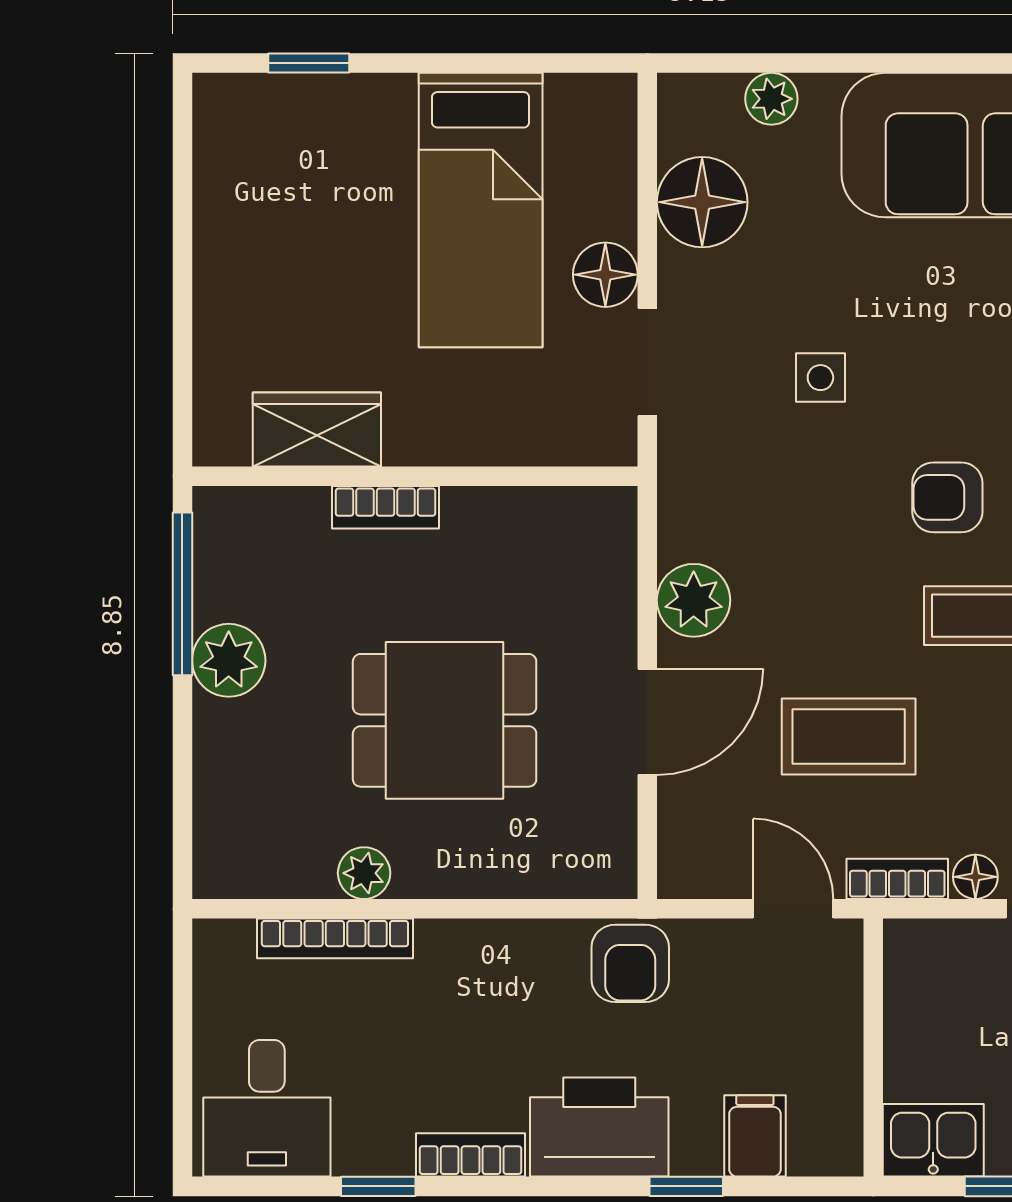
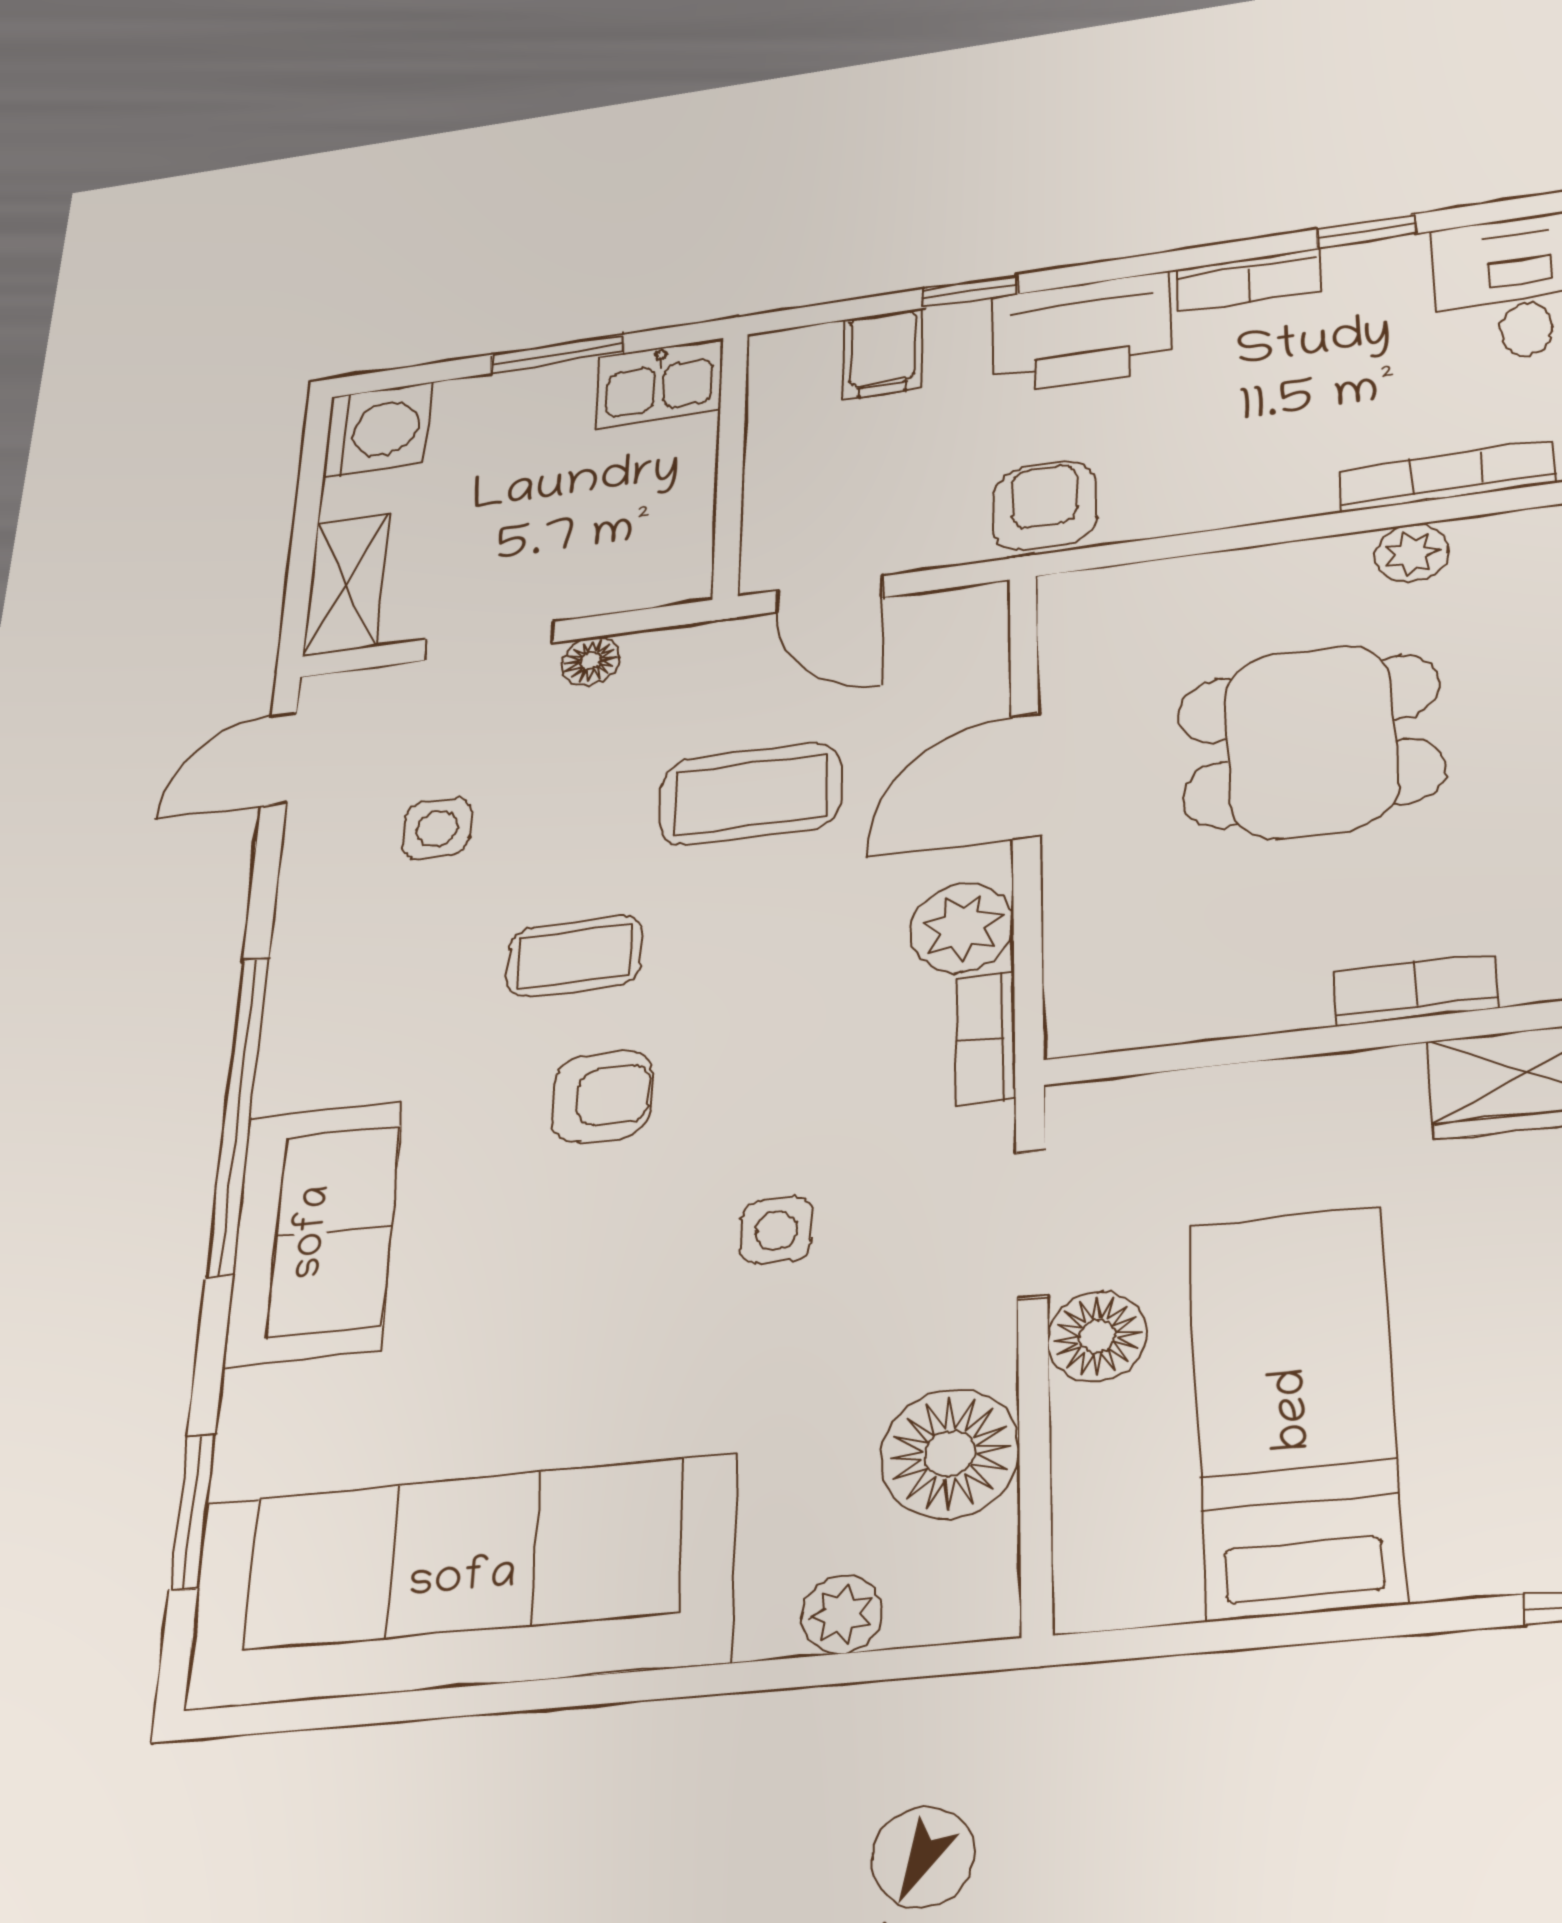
bookcase: (897, 879) -> (986, 1039), moved, turned 90

